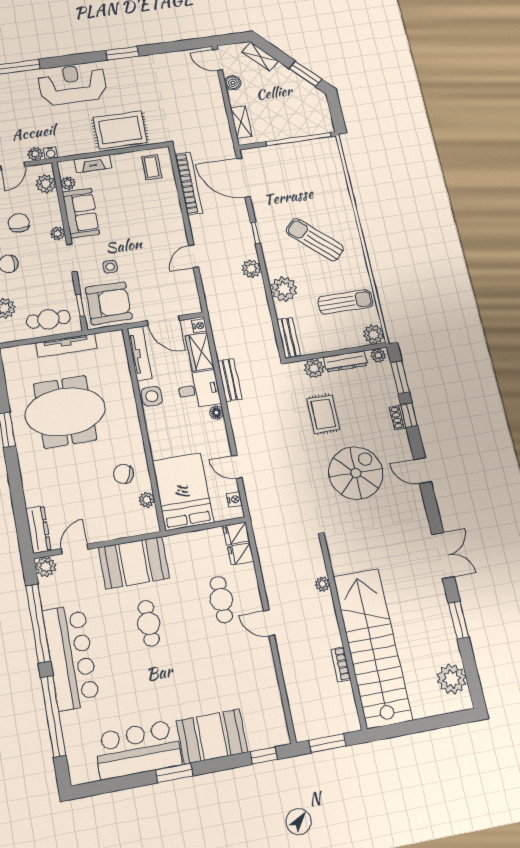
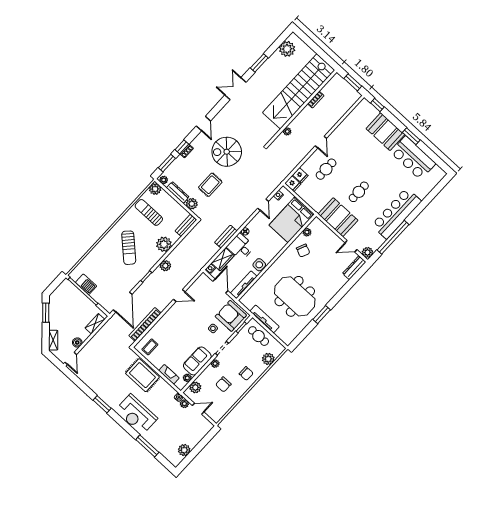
barbecue: (305, 150) -> (86, 284), added
window: (53, 716) -> (425, 202), removed

